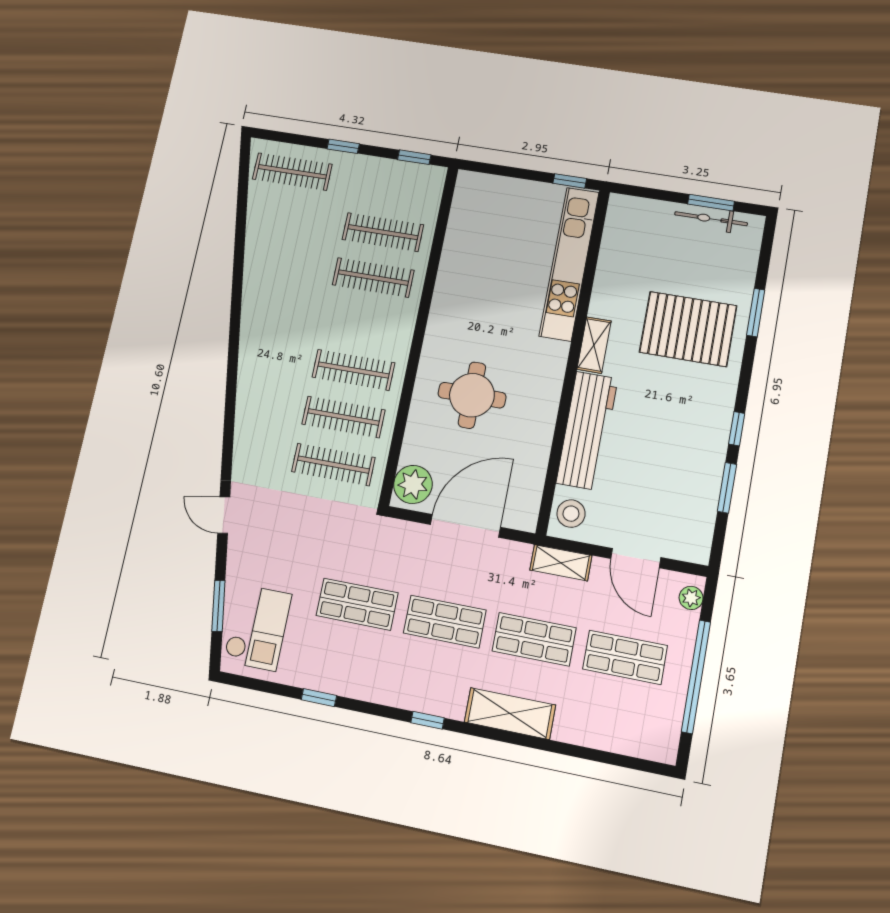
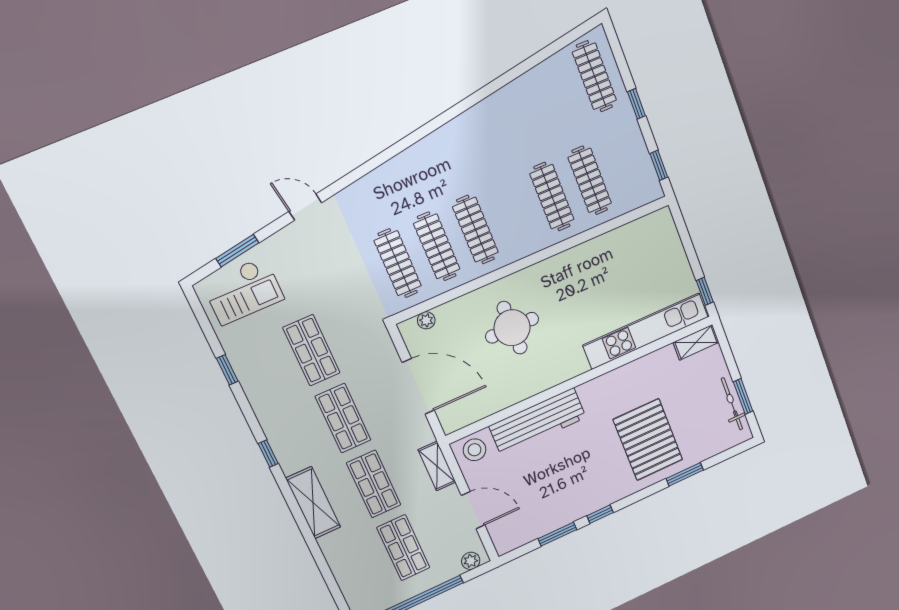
shelving: (594, 345) -> (696, 342), moved
plant: (413, 484) -> (426, 320), width x0.53, depth x0.53
door: (224, 515) -> (305, 207), hinge flipped
door: (636, 558) -> (473, 510), swing flipped

